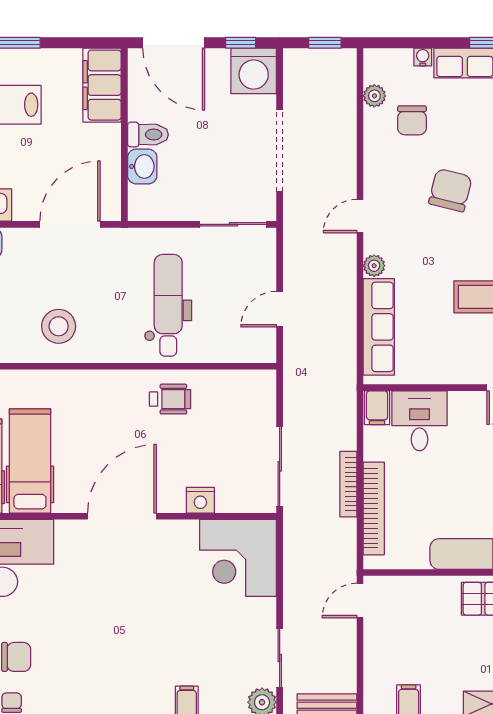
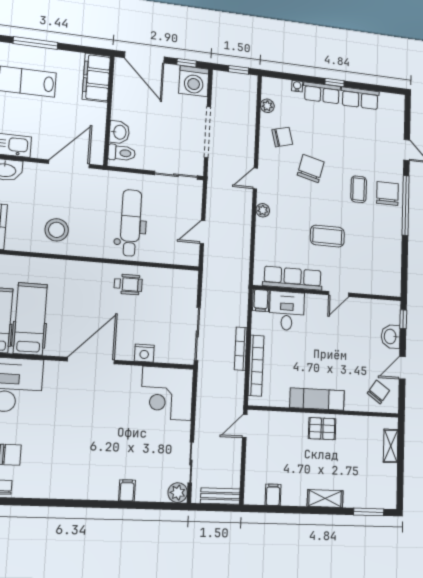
chair: (412, 120) -> (282, 137), moved, turned -105
toilet: (148, 135) -> (122, 153), moved
row of seats: (379, 327) -> (293, 278), moved, turned -90

